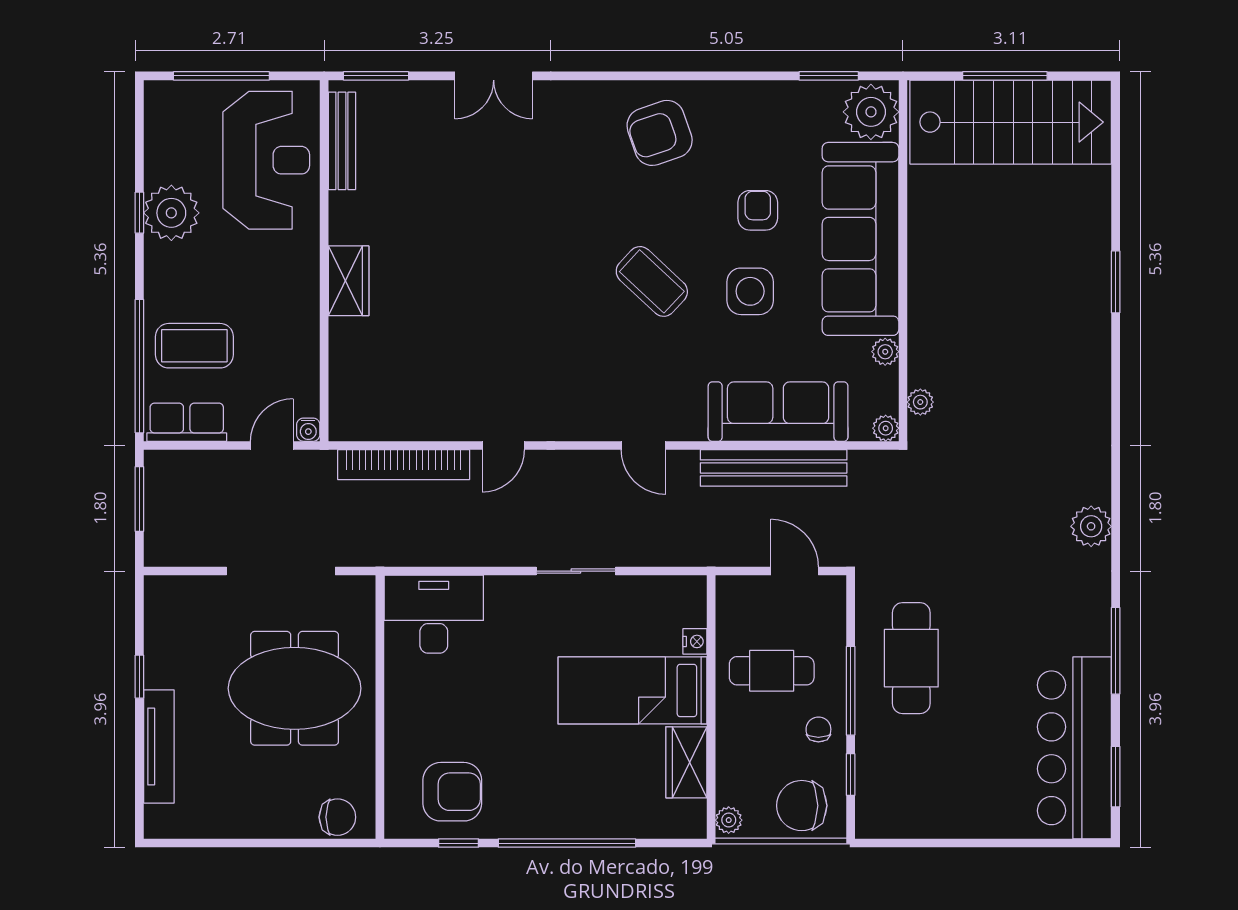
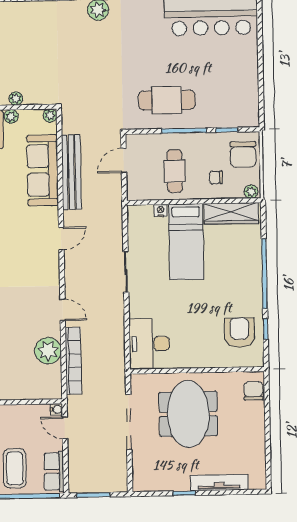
plant: (920, 402) -> (16, 98), moved
plant: (424, 415) -> (48, 351), added
chair: (818, 729) -> (216, 177), moved
wardrobe: (686, 762) -> (231, 213), width x1.50

